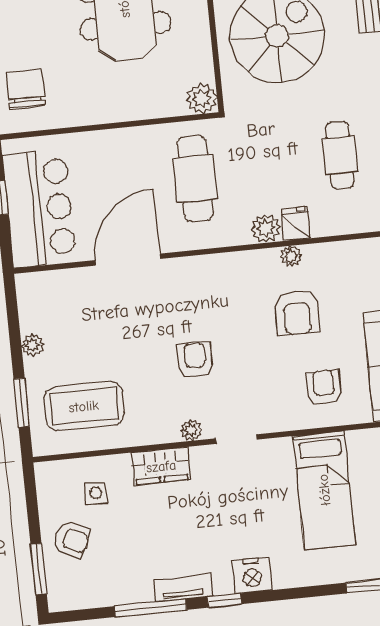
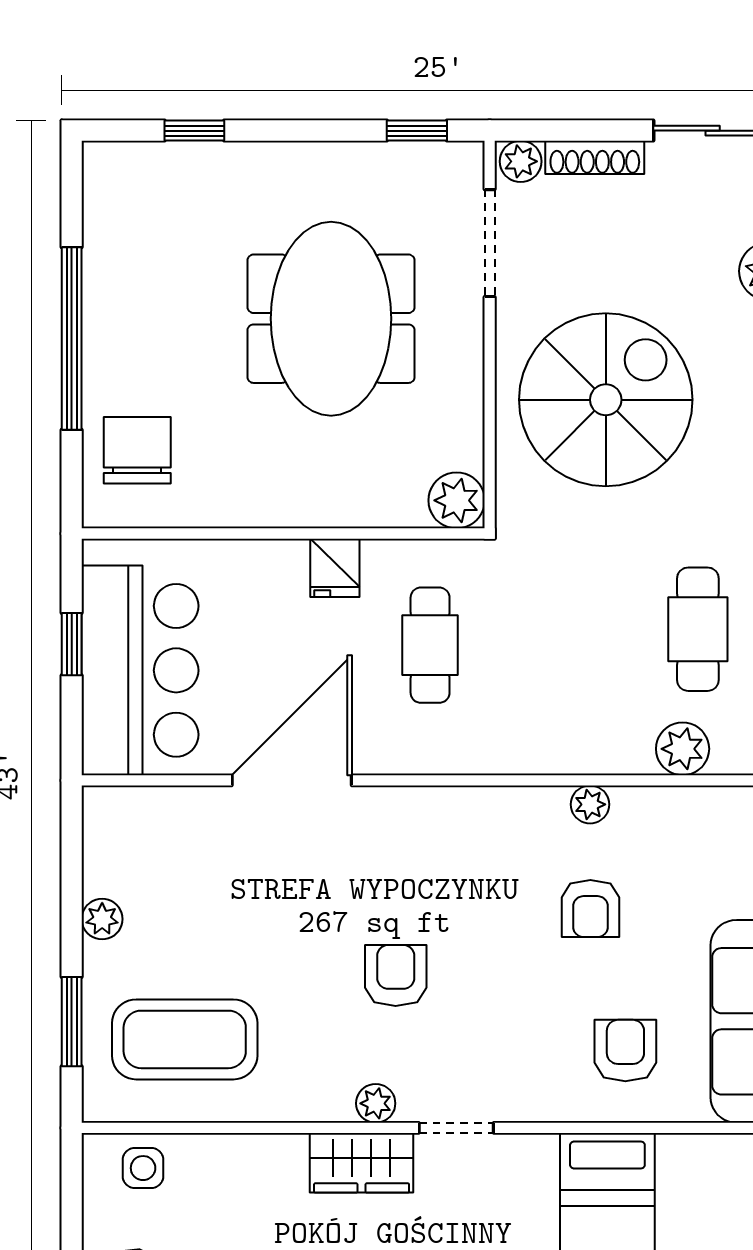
cafe table: (195, 179) -> (430, 645), width x0.73, depth x0.74
fridge: (295, 224) -> (335, 568), moved, turned 180
plant: (266, 228) -> (683, 749), moved
armchair: (297, 313) -> (590, 909), width x0.72, depth x0.72
wardrobe: (161, 466) -> (362, 1163), moved
side table: (96, 493) -> (143, 1168), moved

